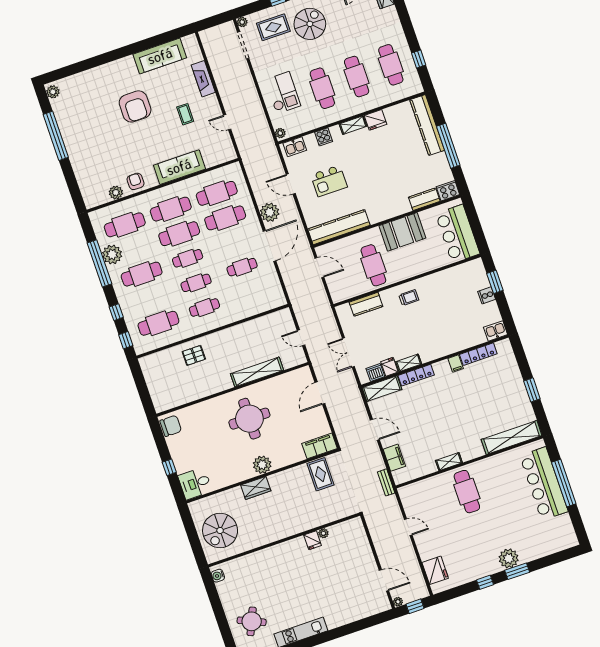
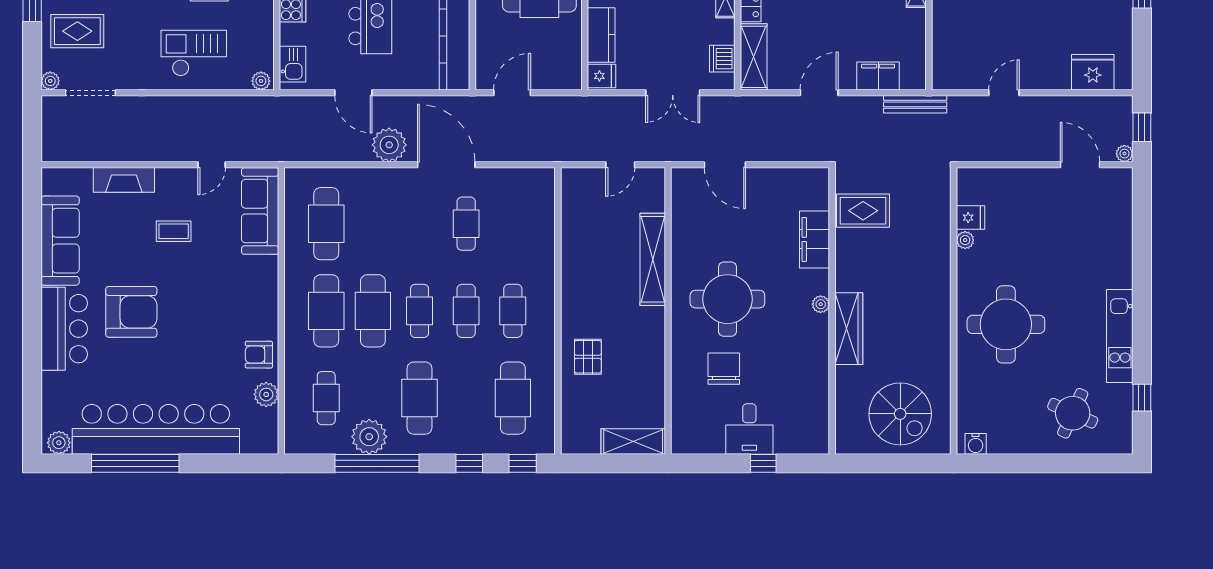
rug: (273, 27) -> (77, 31), turned 90
bar counter: (114, 74) -> (64, 329), added
bar counter: (77, 141) -> (156, 429), added
sofa: (179, 167) -> (260, 211), moved
door: (291, 184) -> (353, 93), hinge flipped
cafe table: (225, 218) -> (373, 224), removed
cafe table: (125, 225) -> (326, 398), width x0.73, depth x0.74
fridge: (389, 367) -> (602, 76), moved, turned 180
shelving: (157, 395) -> (633, 441), added
chair: (171, 426) -> (724, 369), moved
filing cabinet: (320, 446) -> (815, 239), moved
plant: (262, 465) -> (821, 304), width x0.53, depth x0.53
bench: (386, 482) -> (915, 104), width x1.36
desk: (195, 483) -> (749, 429), moved
wardrobe: (256, 488) -> (849, 329), width x1.50
fridge: (313, 540) -> (970, 218), moved
round table: (286, 570) -> (1006, 324), added
door: (384, 580) -> (1080, 165), hinge flipped

